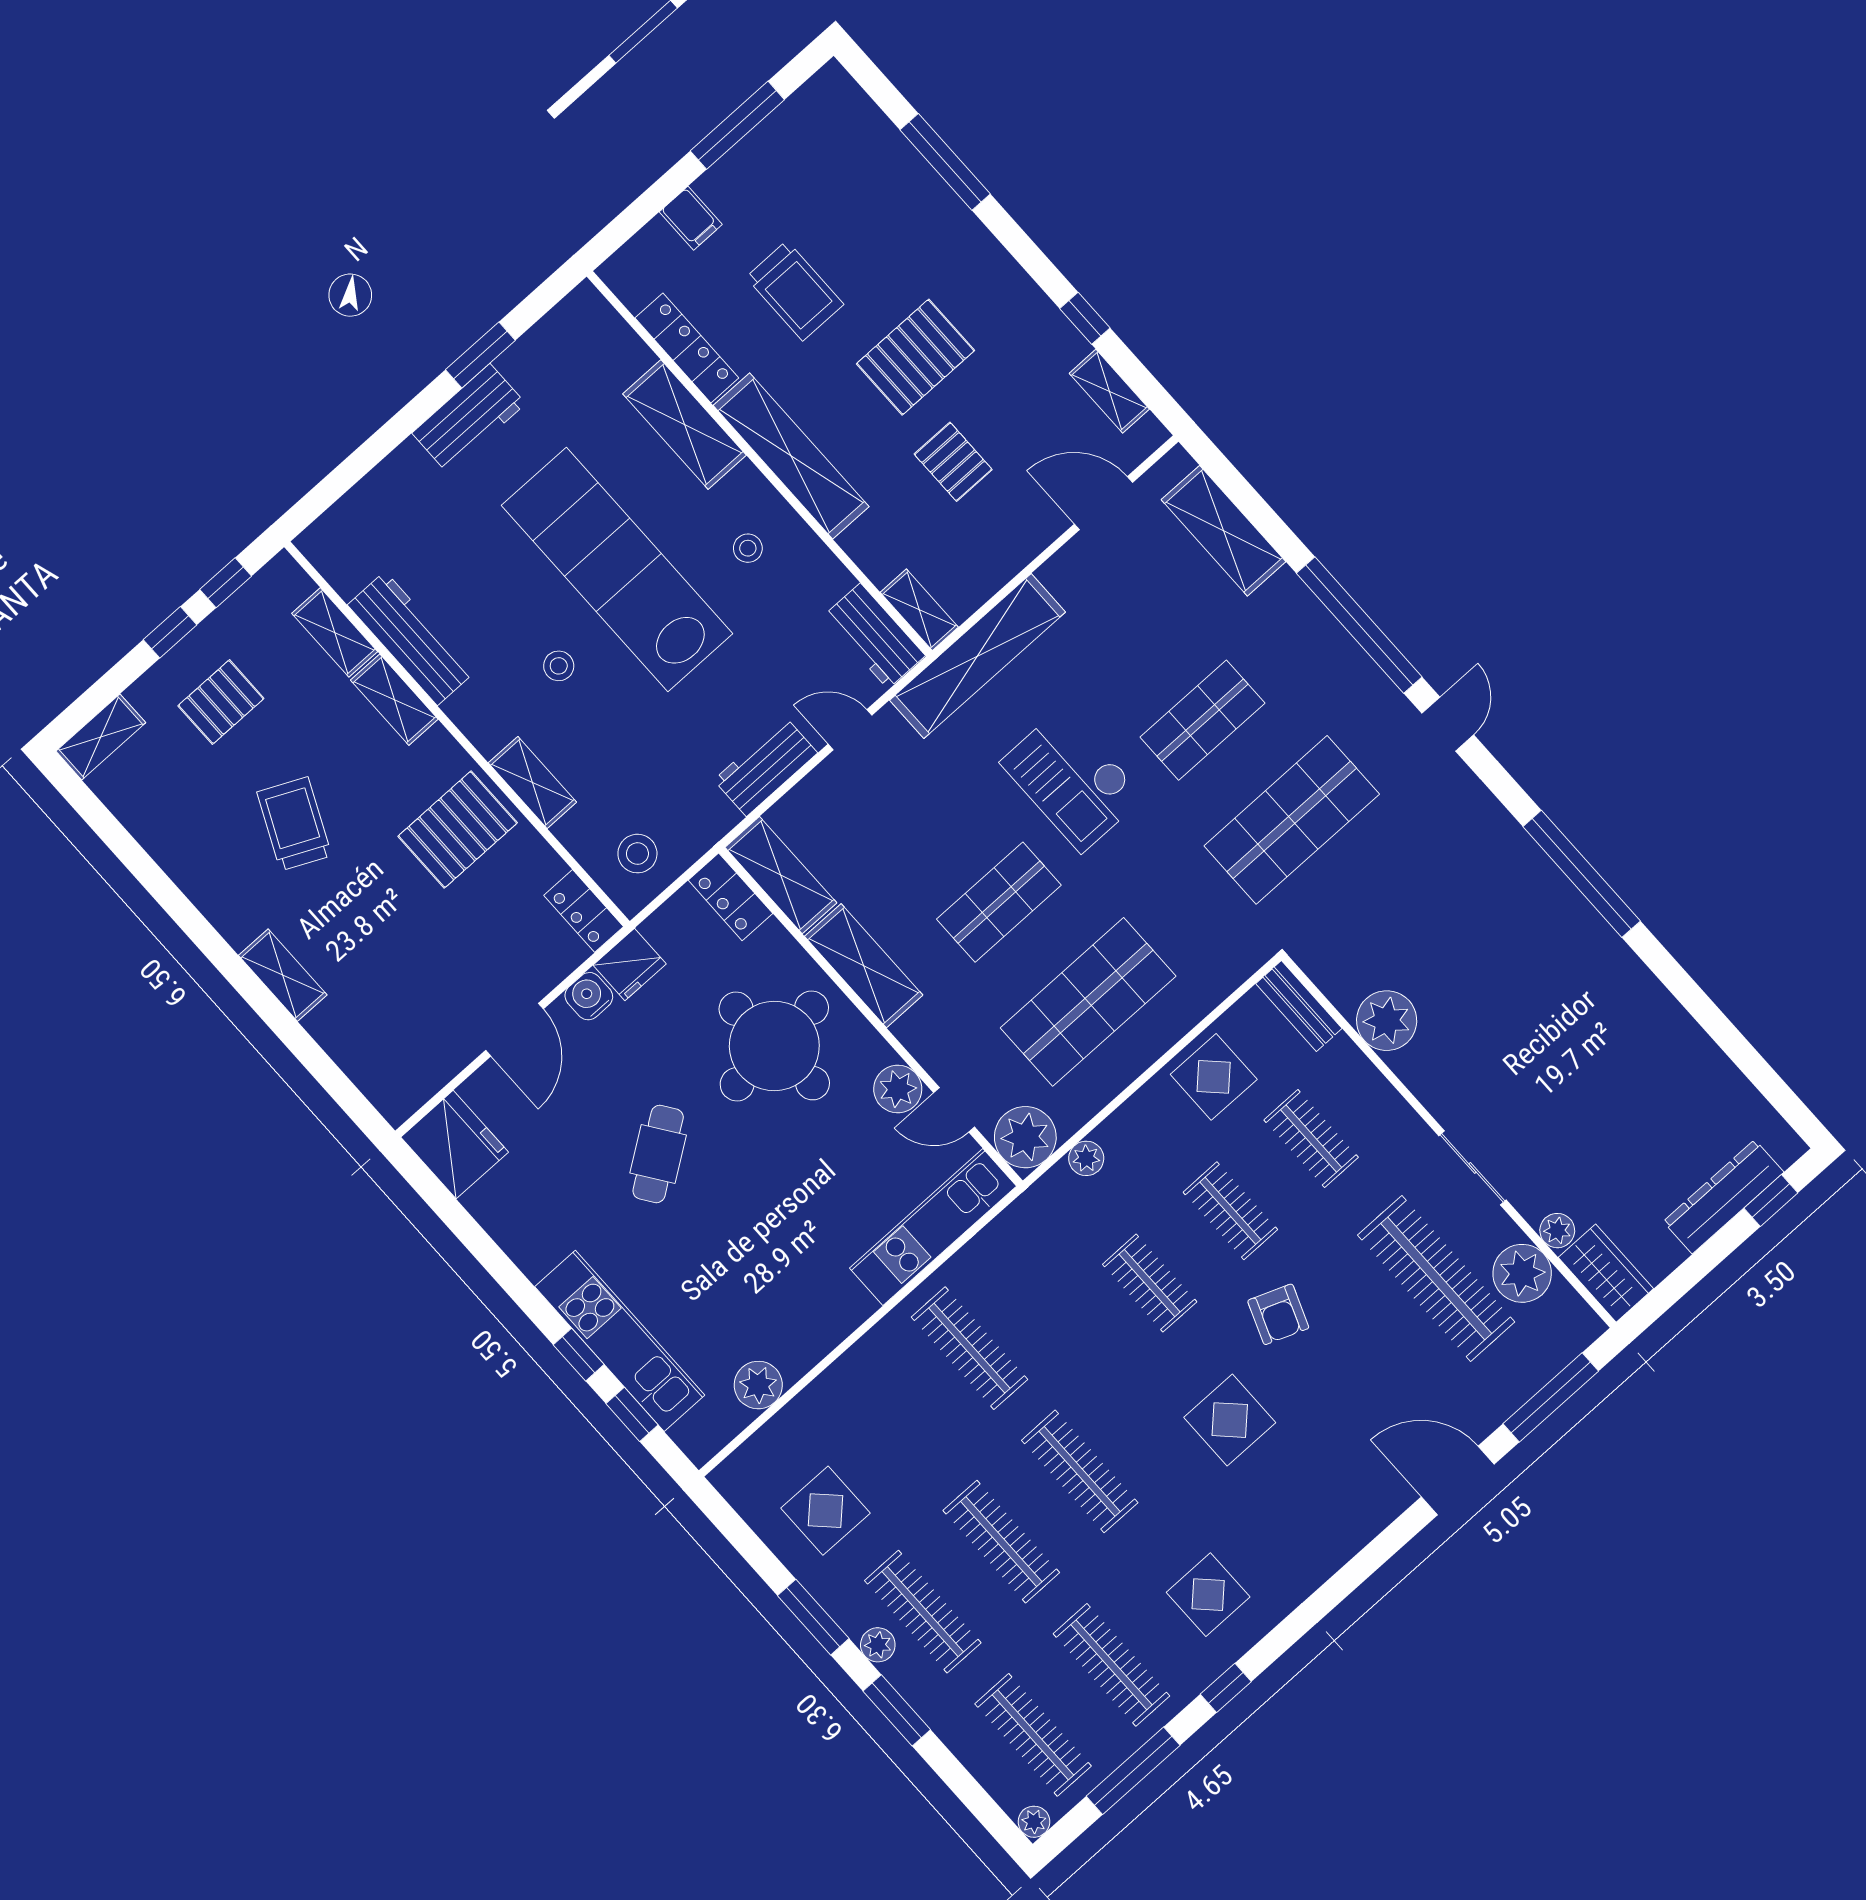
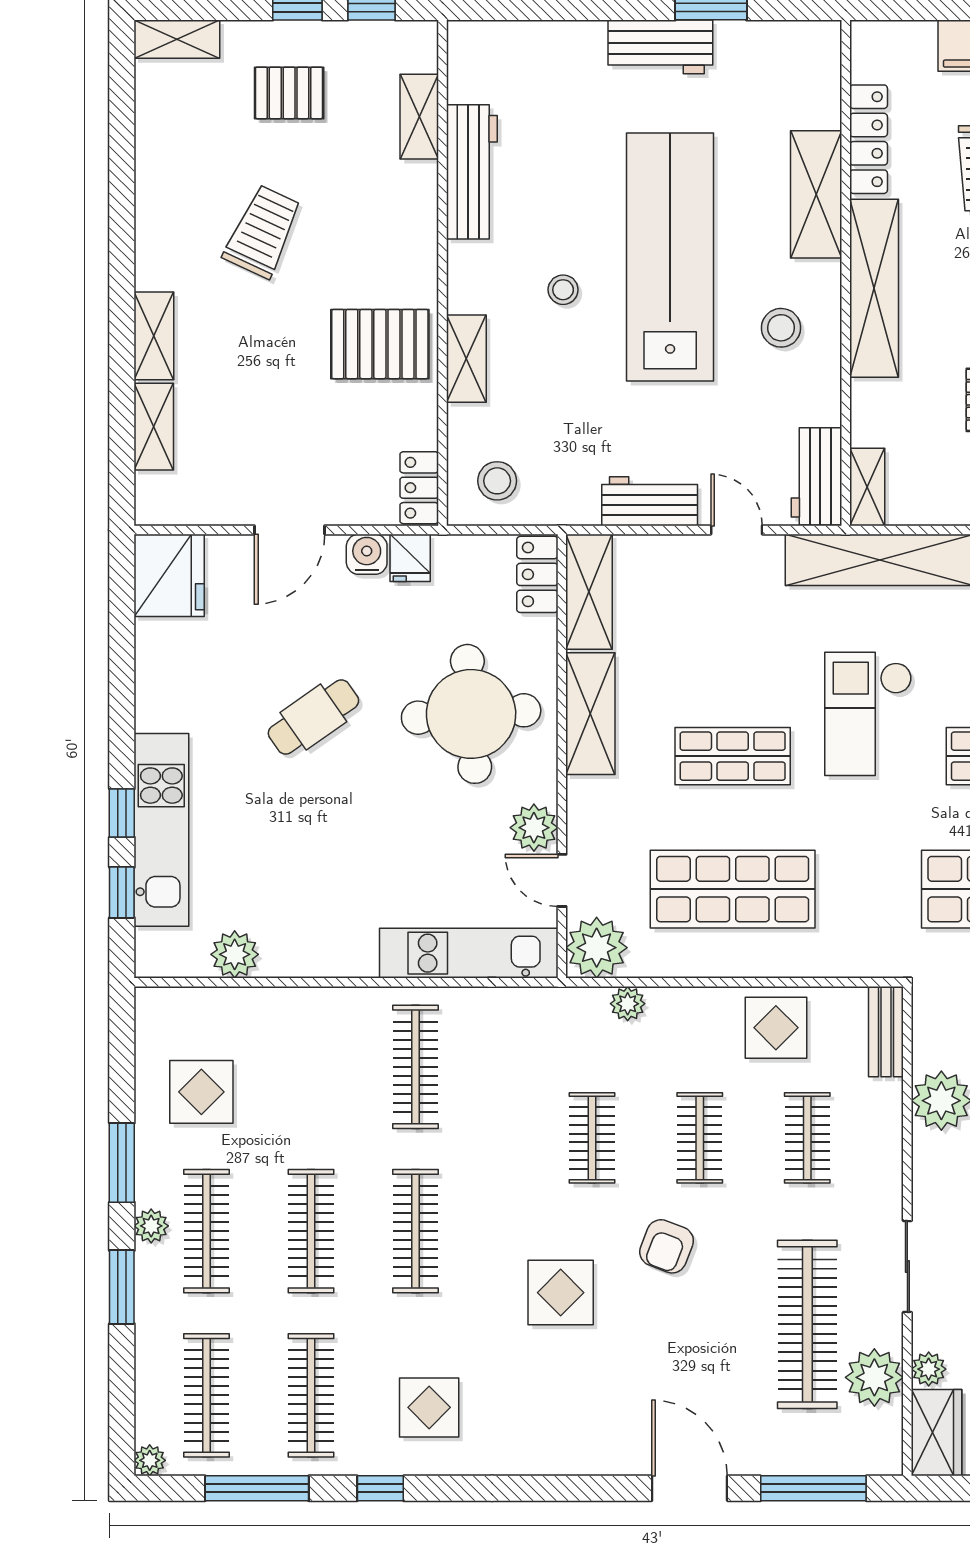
stool: (748, 548) -> (781, 328), width x1.37, depth x1.37
shelving: (394, 700) -> (154, 427), moved
fridge: (630, 965) -> (410, 558), width x0.72

